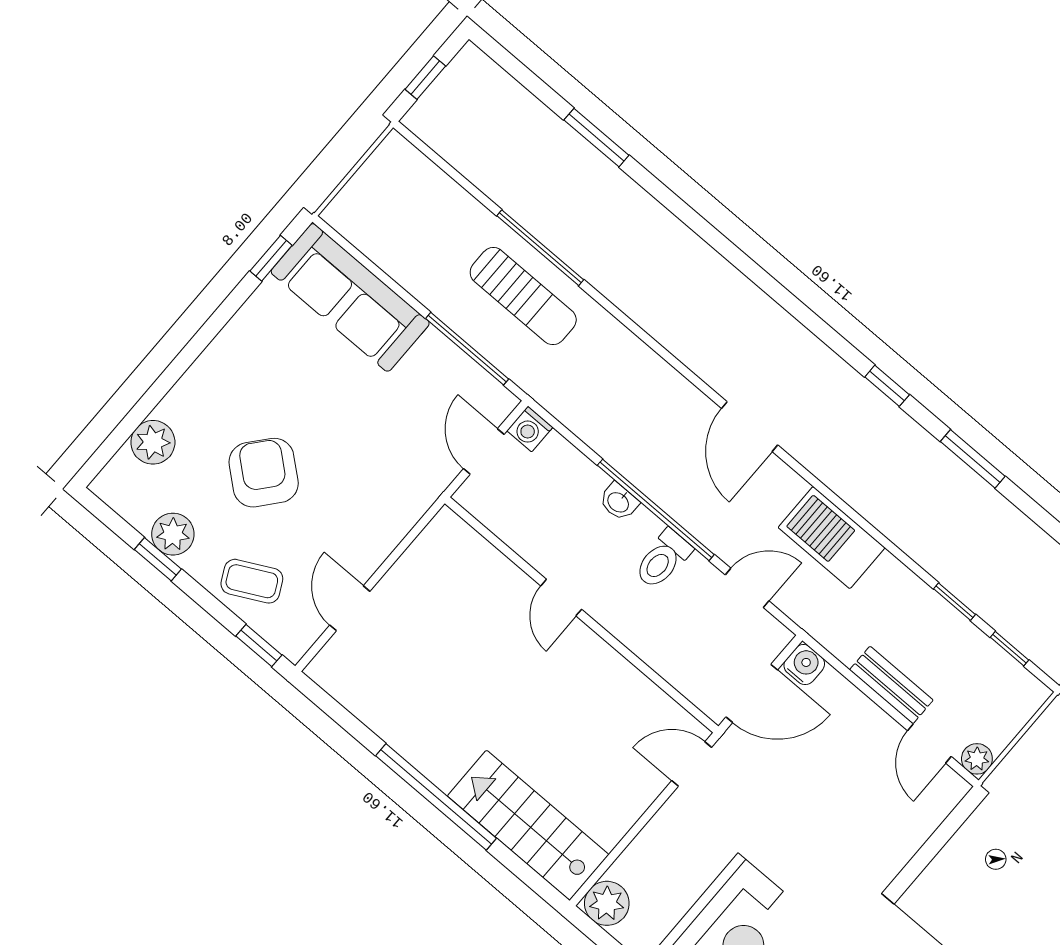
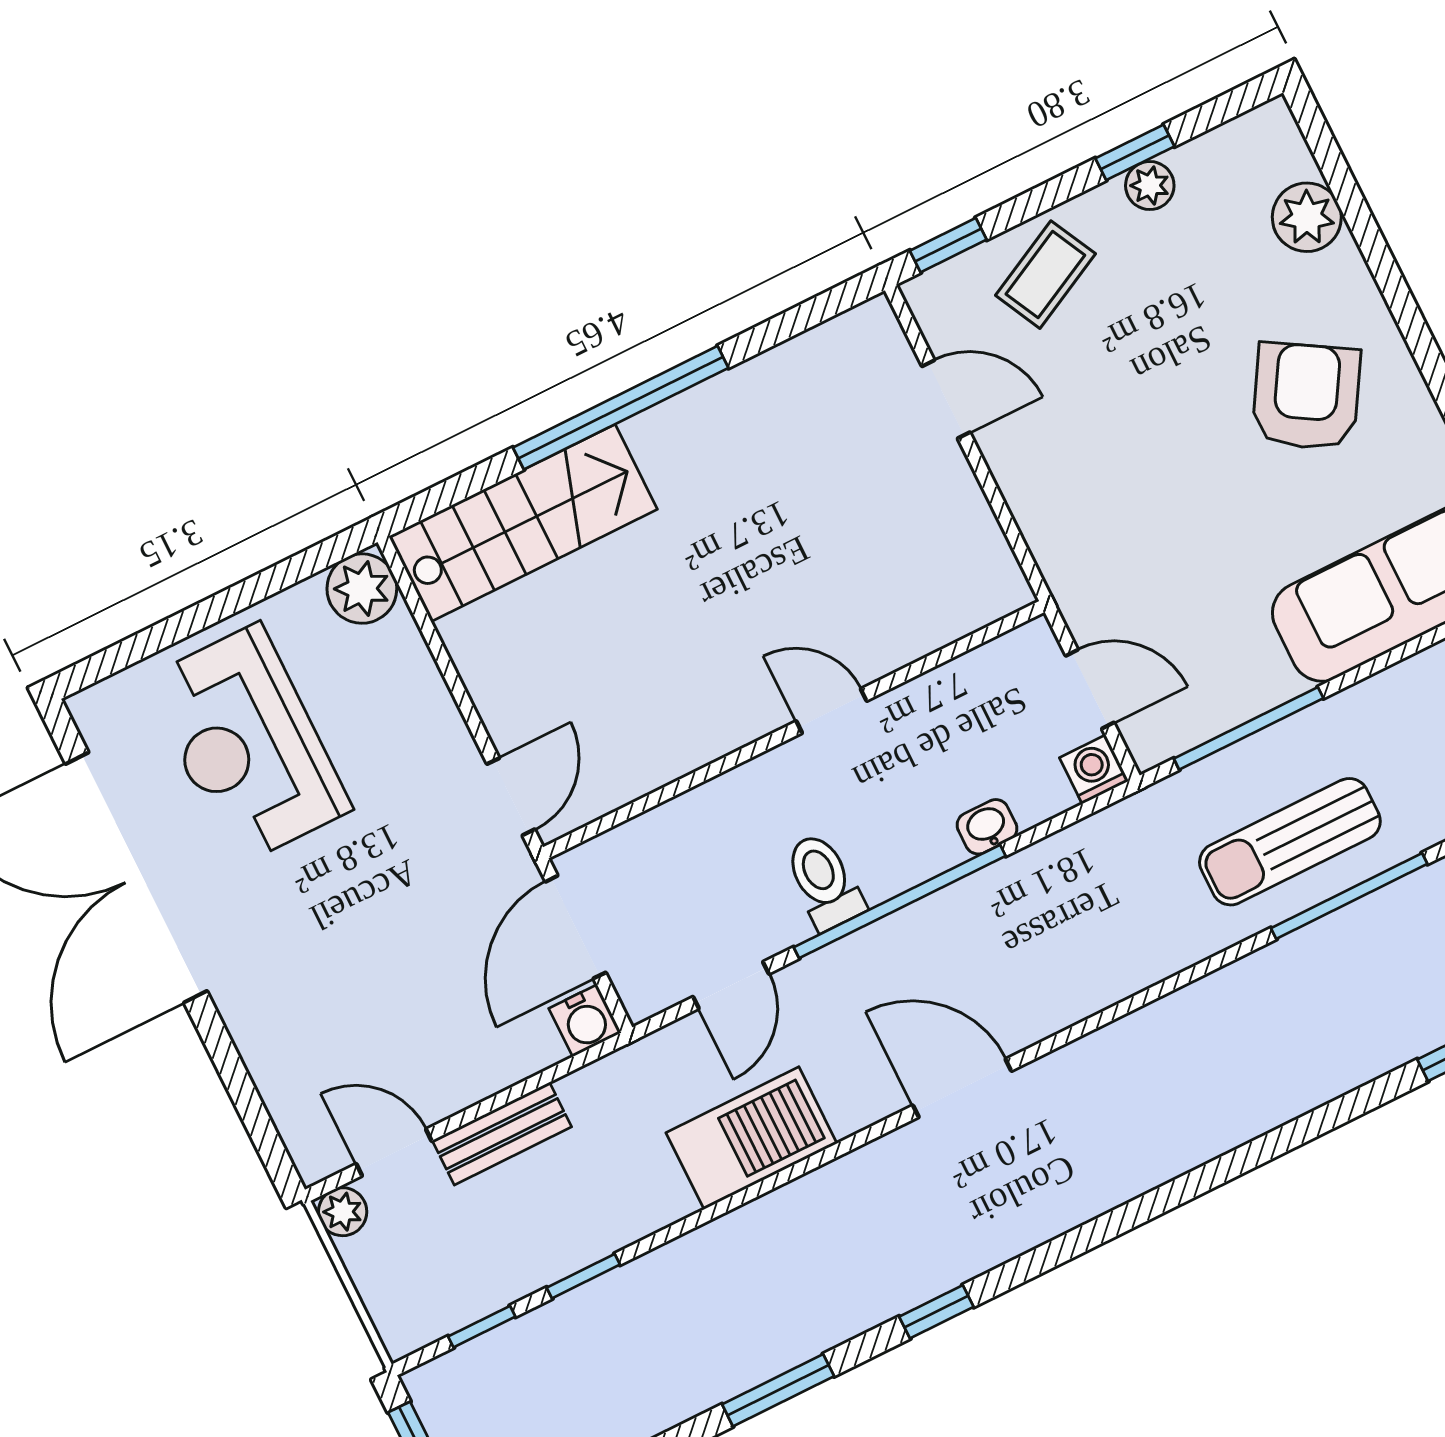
armchair: (264, 473) -> (1306, 396), moved, turned -99
washbasin: (619, 502) -> (987, 827), moved
plant: (173, 534) -> (1150, 186), width x0.73, depth x0.73

